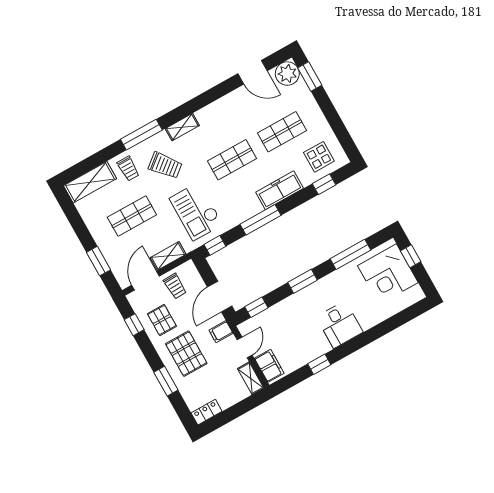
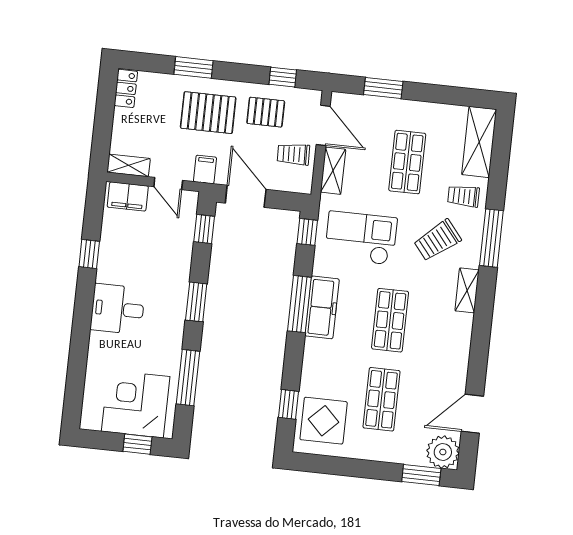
display table: (319, 157) -> (324, 421), width x1.36, depth x1.36
freezer: (280, 190) -> (322, 307), moved

